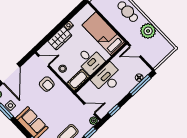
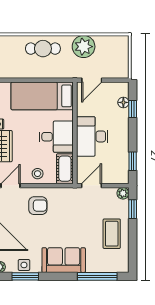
window: (140, 85) -> (133, 109), width x0.46
door: (89, 109) -> (91, 186), moved

